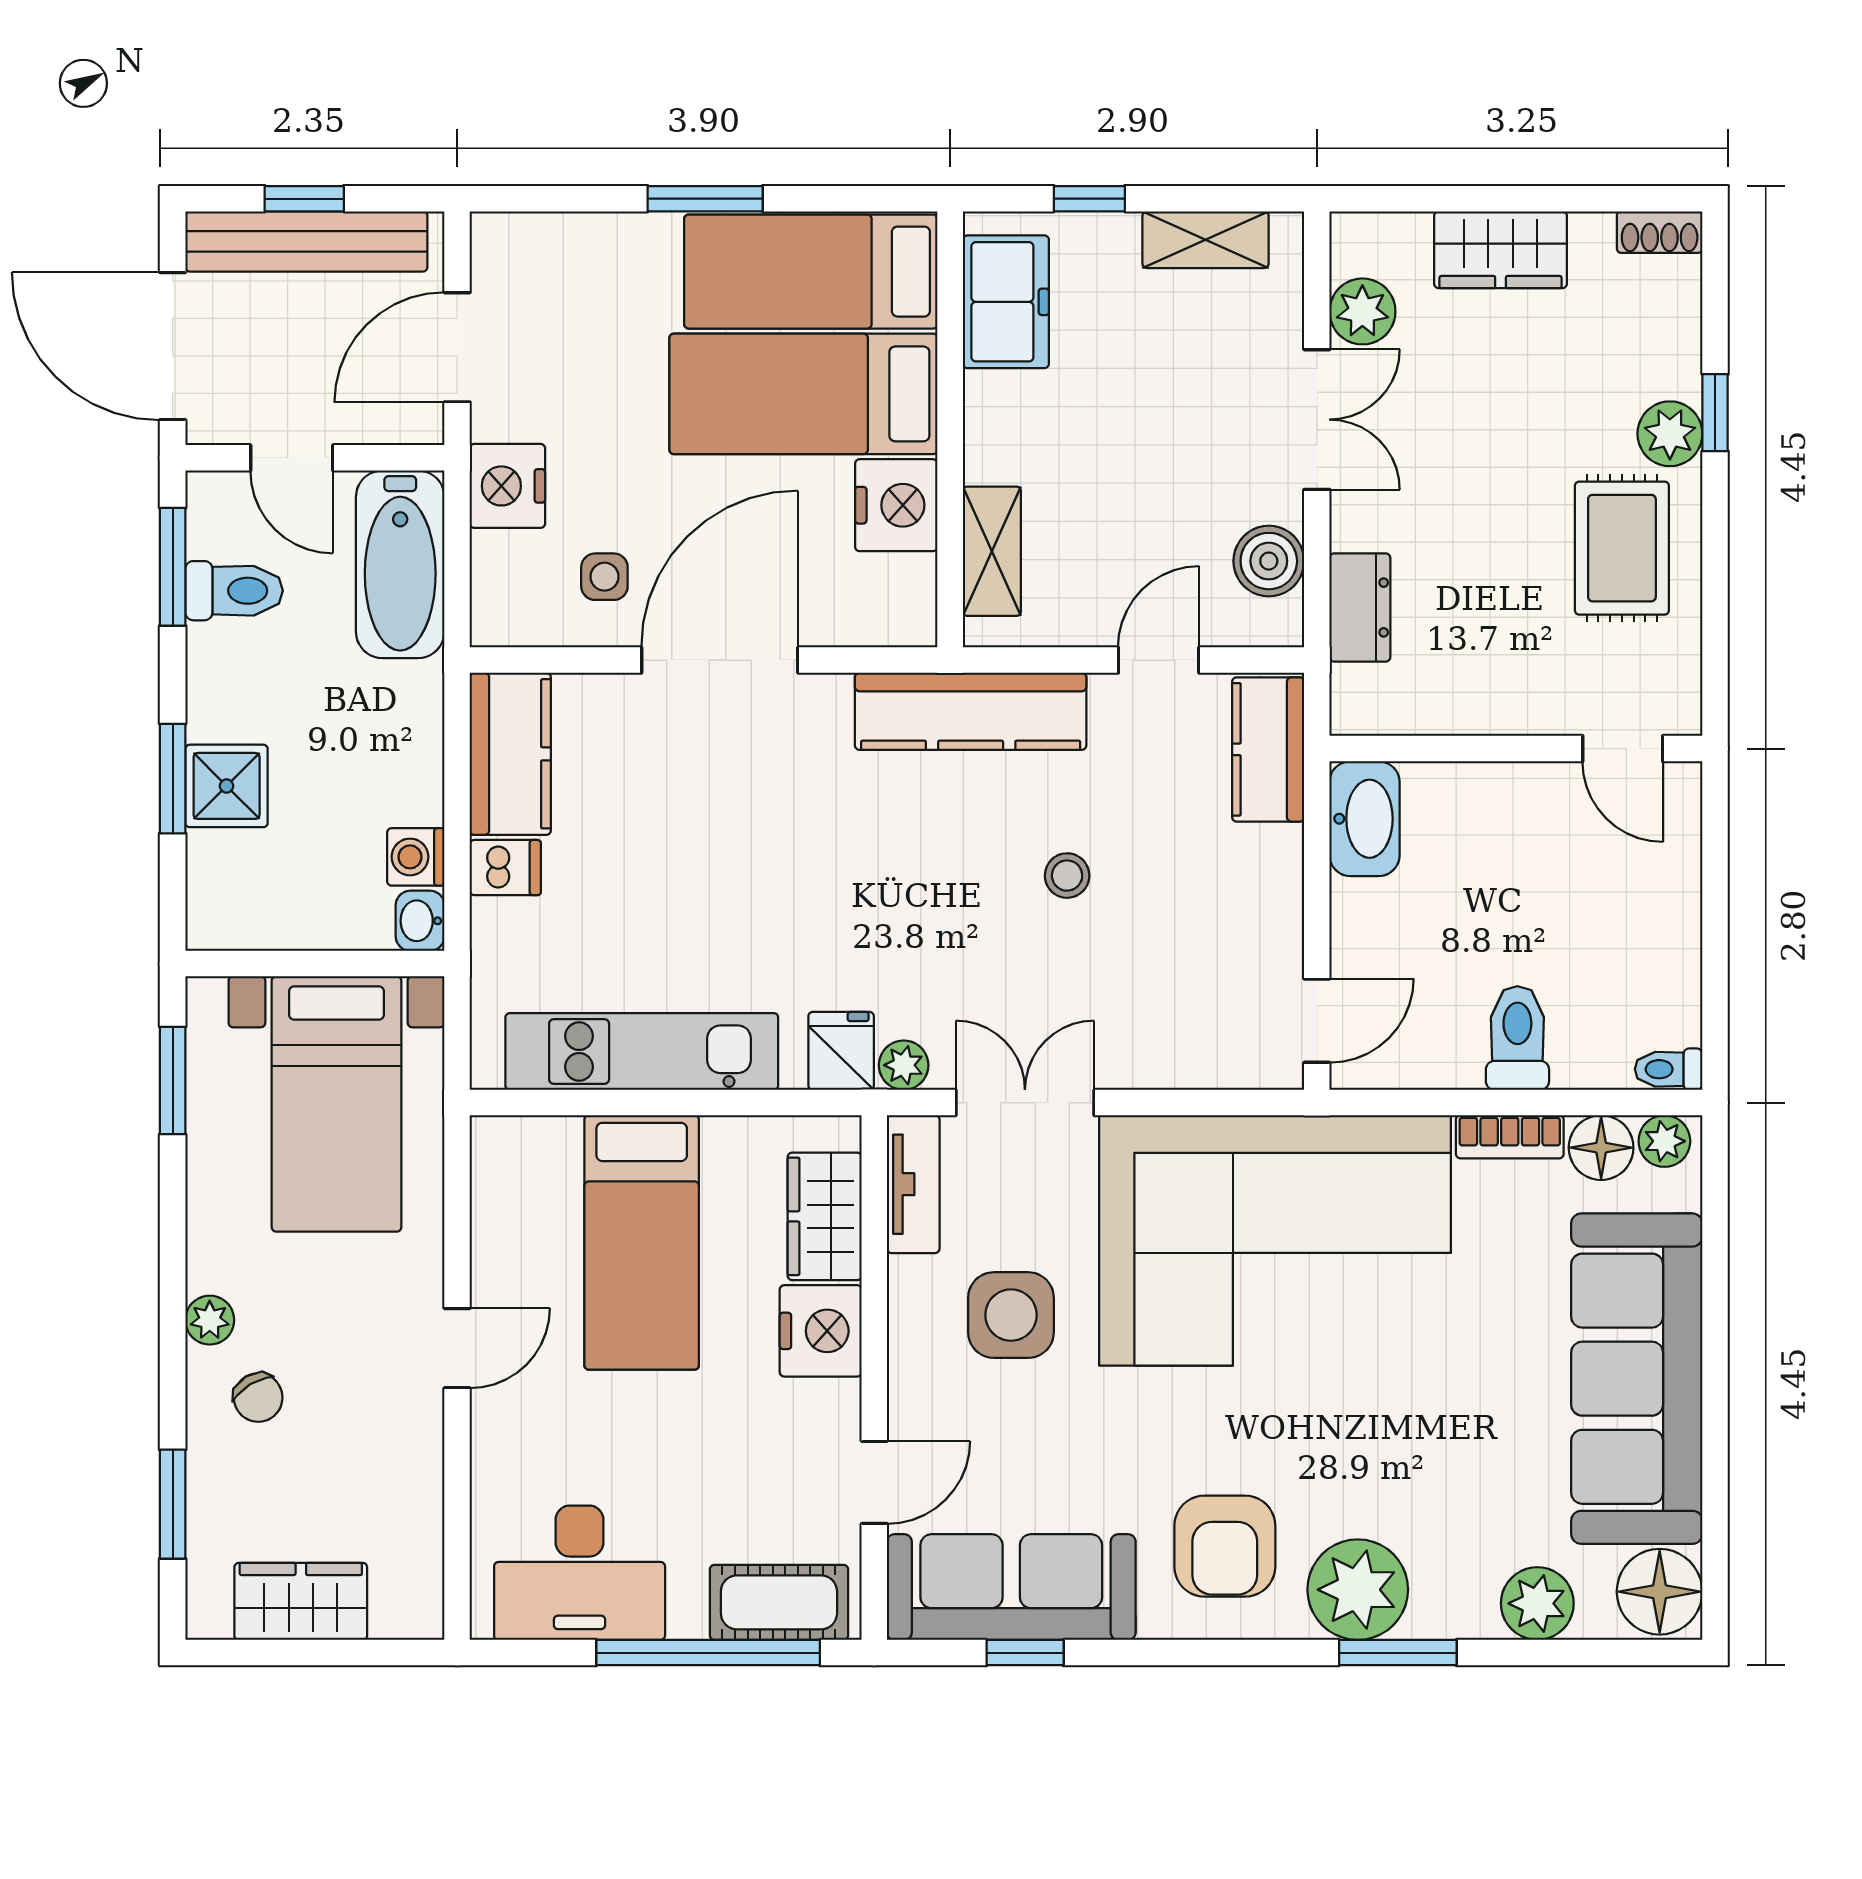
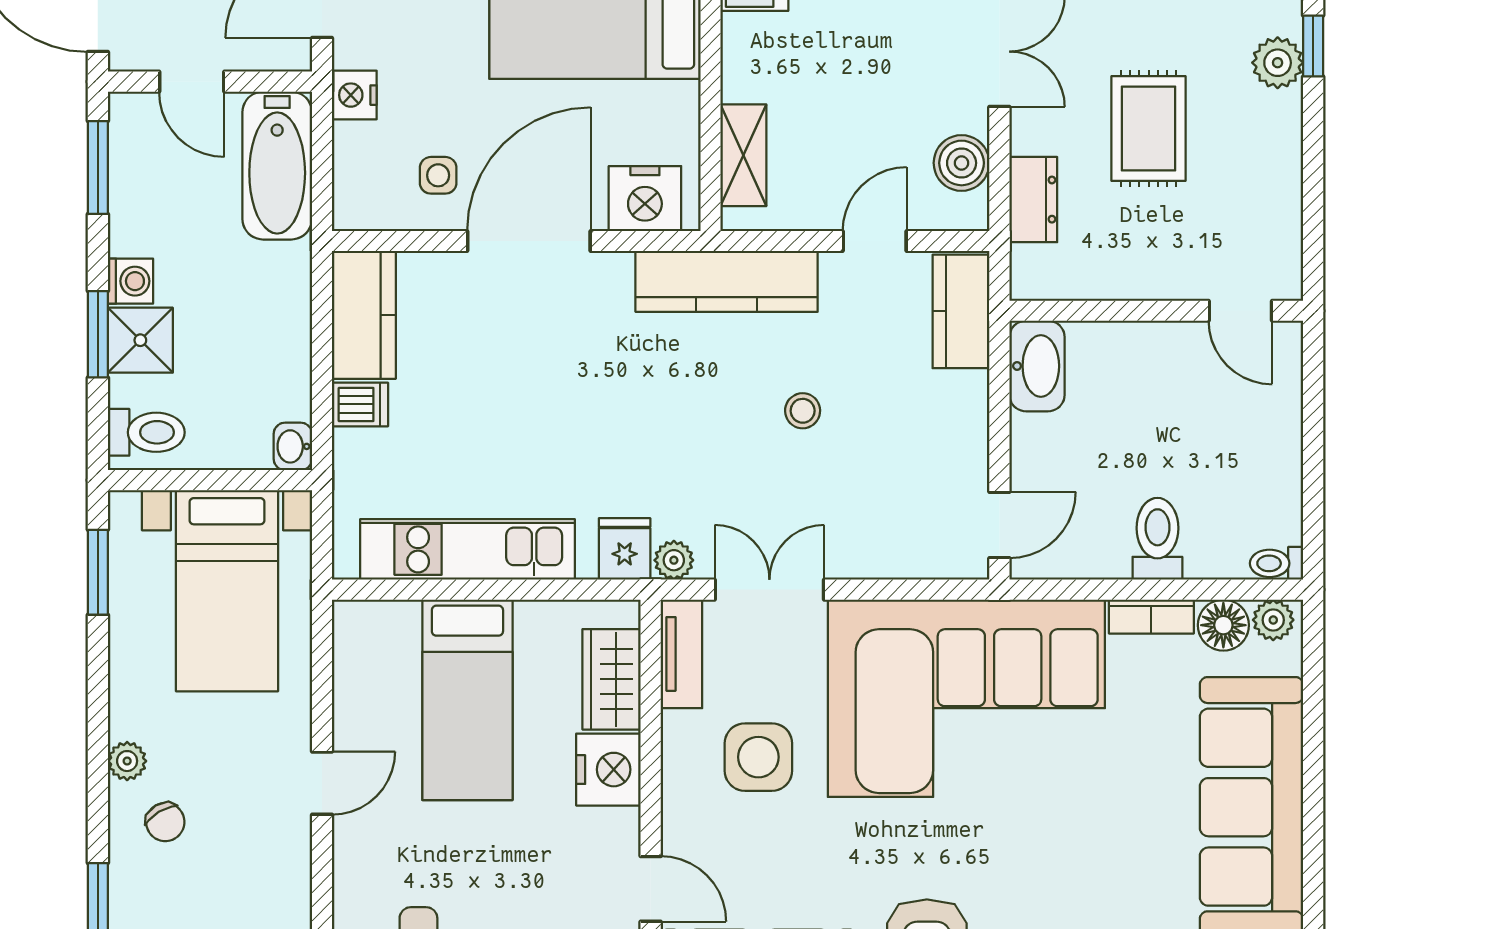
nightstand: (507, 486) -> (354, 95), width x0.74, depth x0.75
nightstand: (896, 505) -> (645, 199), moved, turned 90
rug: (1622, 548) -> (1149, 129), moved
toilet: (234, 591) -> (146, 432), moved
washing machine: (416, 857) -> (130, 281), moved, turned 180
door: (874, 1482) -> (651, 889), hinge flipped

